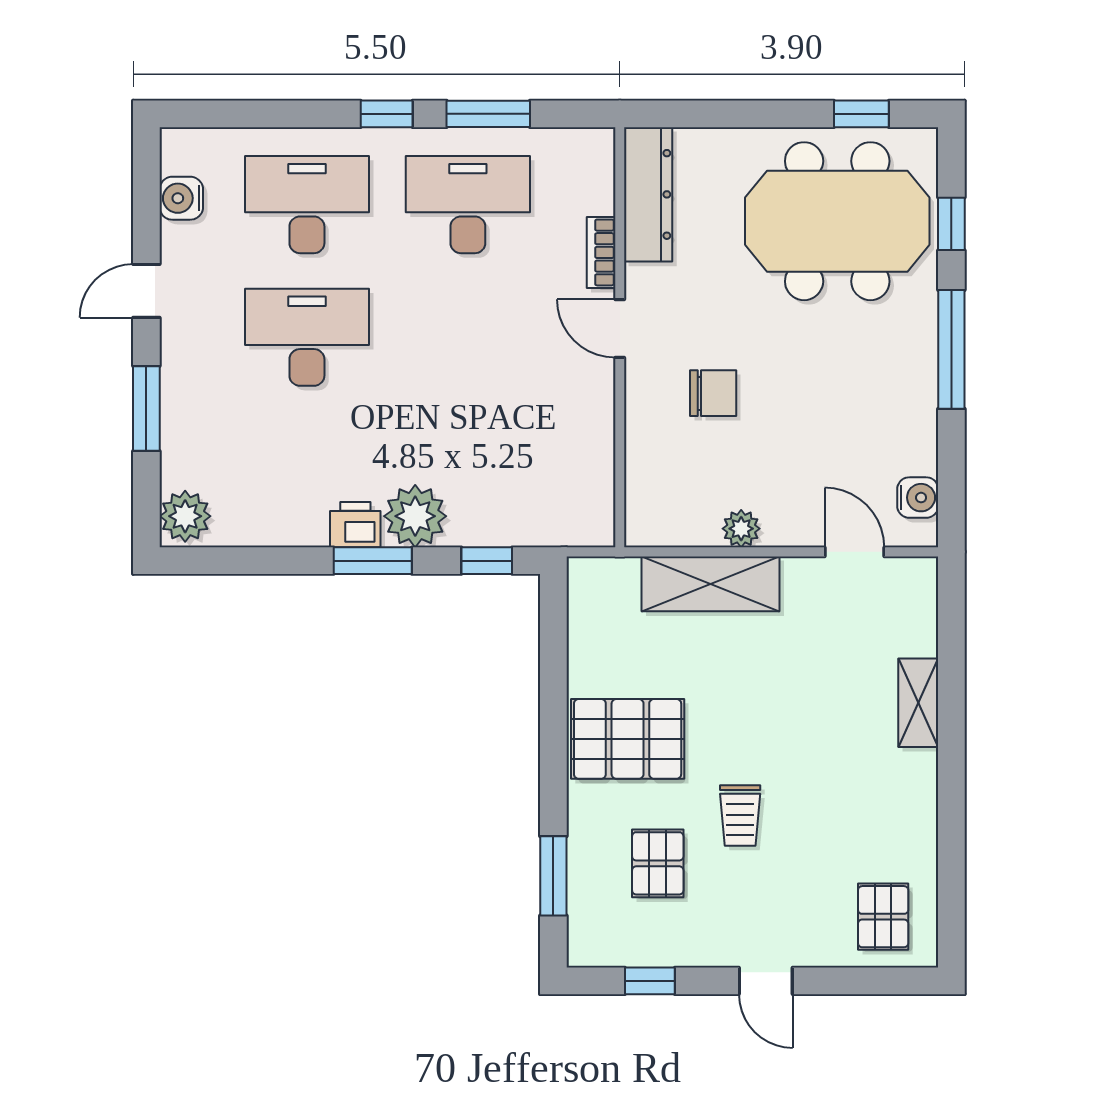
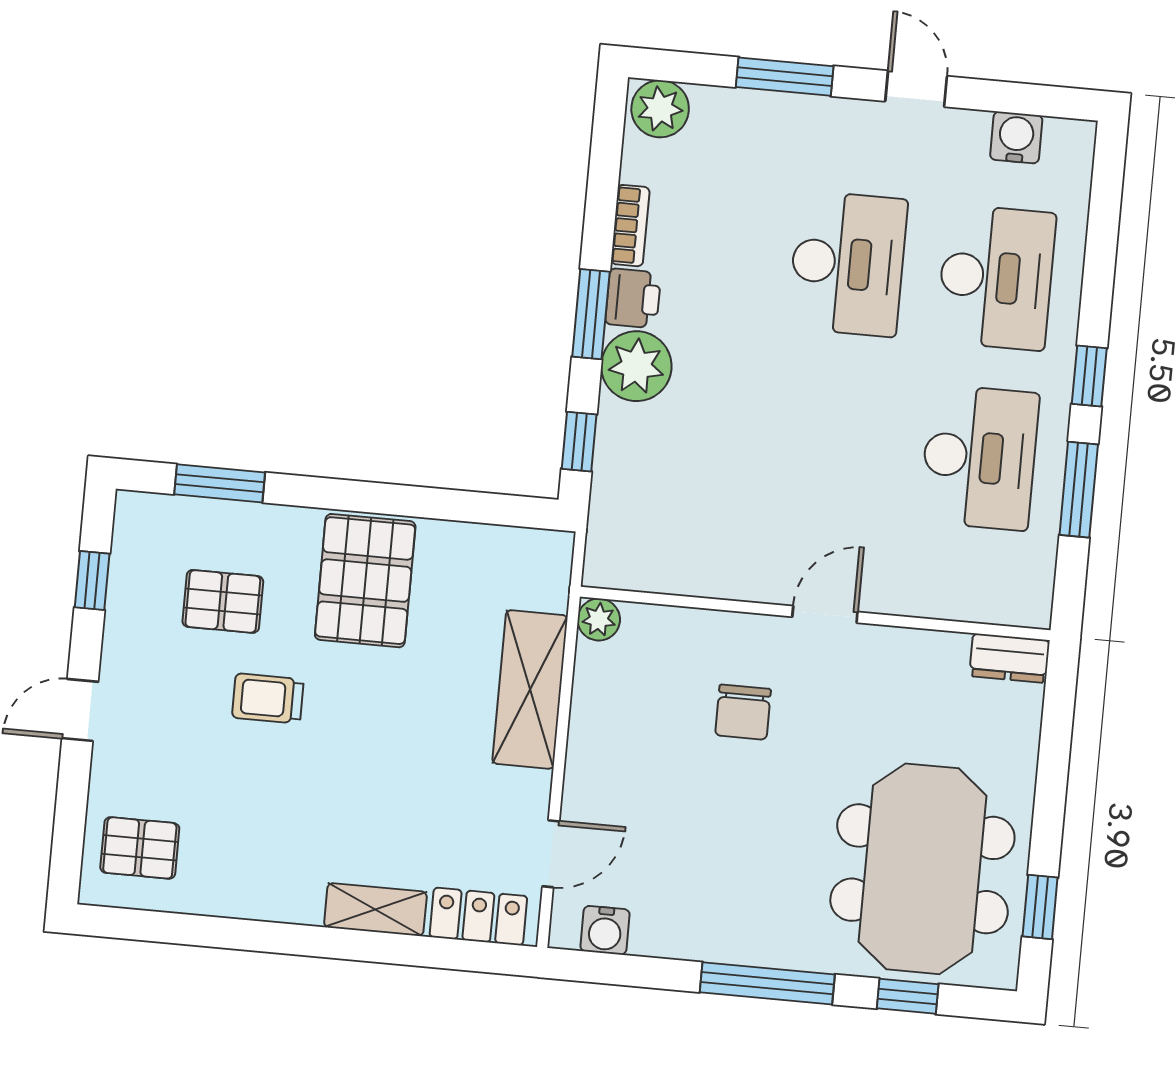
dresser: (648, 194) -> (1009, 658), width x0.51, depth x0.80
bookcase: (601, 252) -> (630, 226), moved, turned 90
plant: (741, 529) -> (599, 620), moved
locker: (916, 611) -> (478, 916), added

